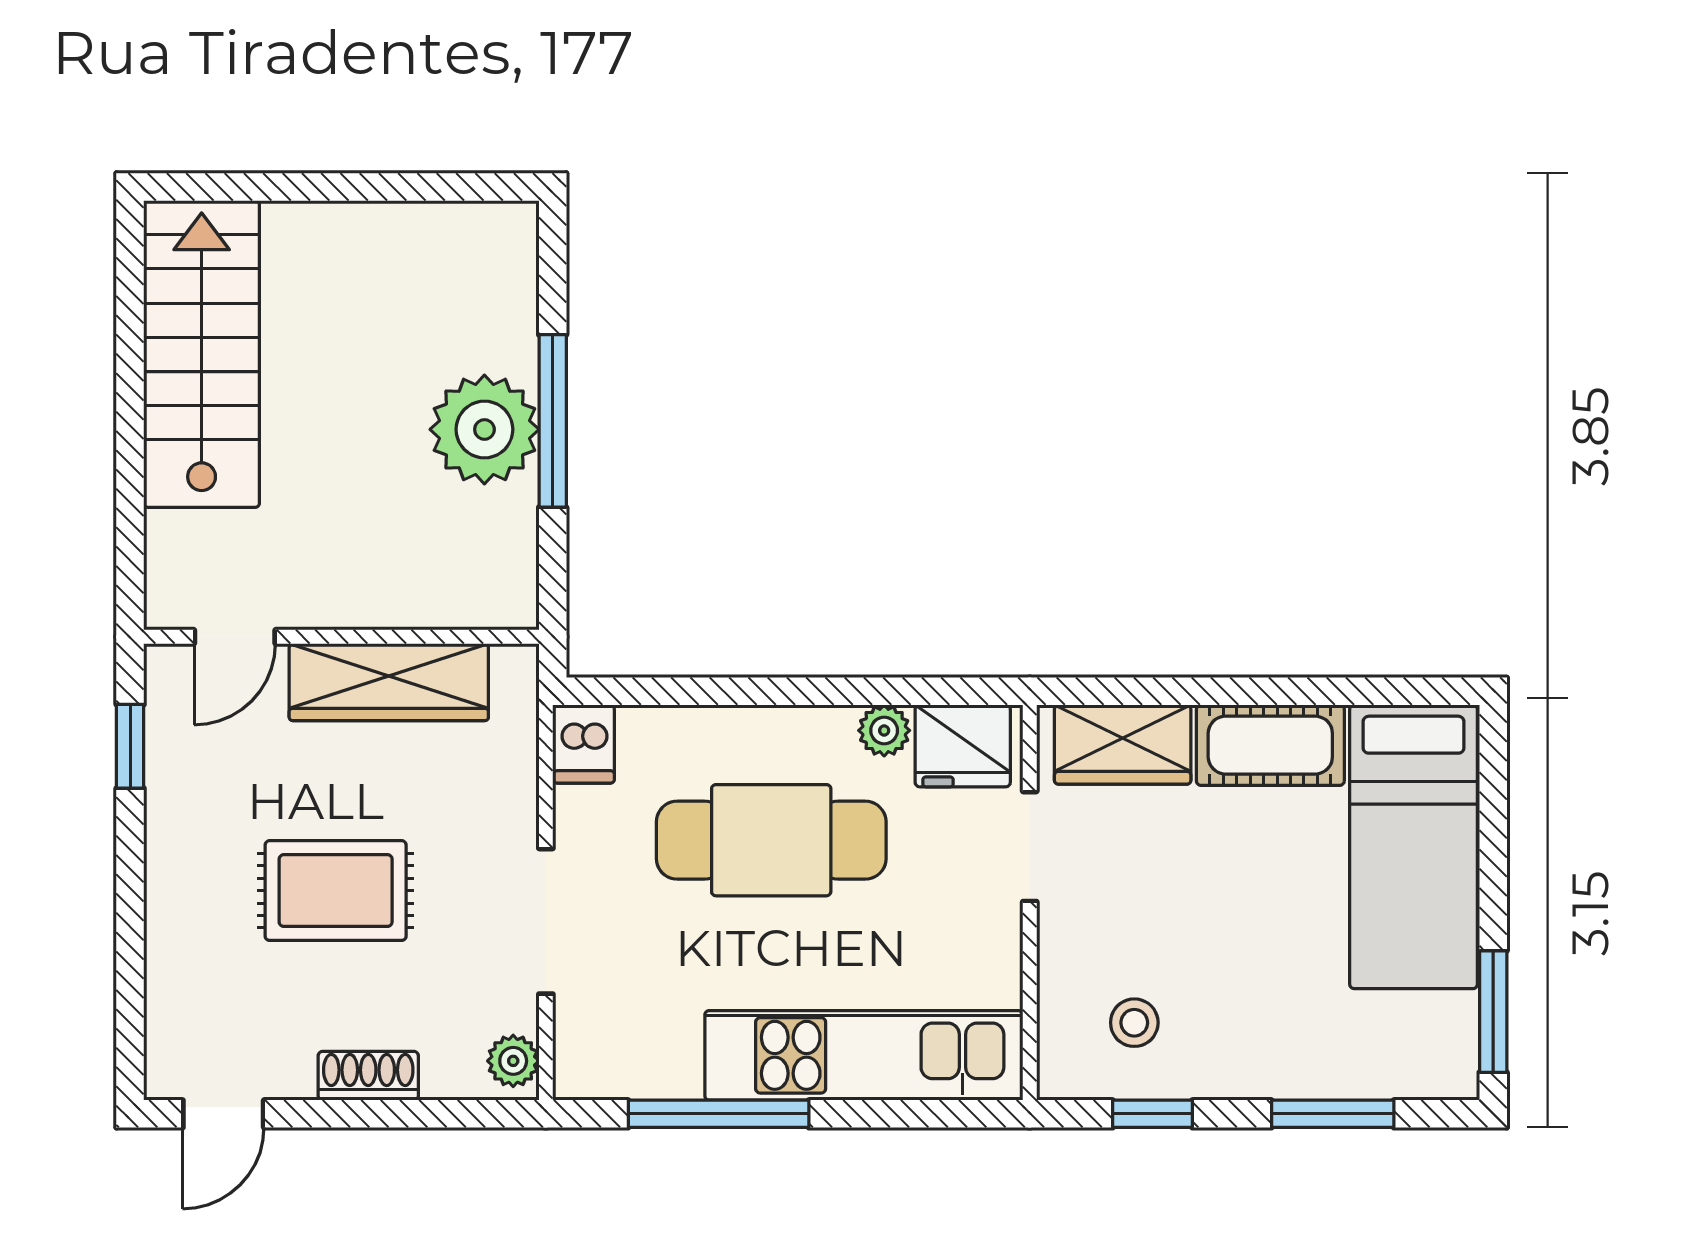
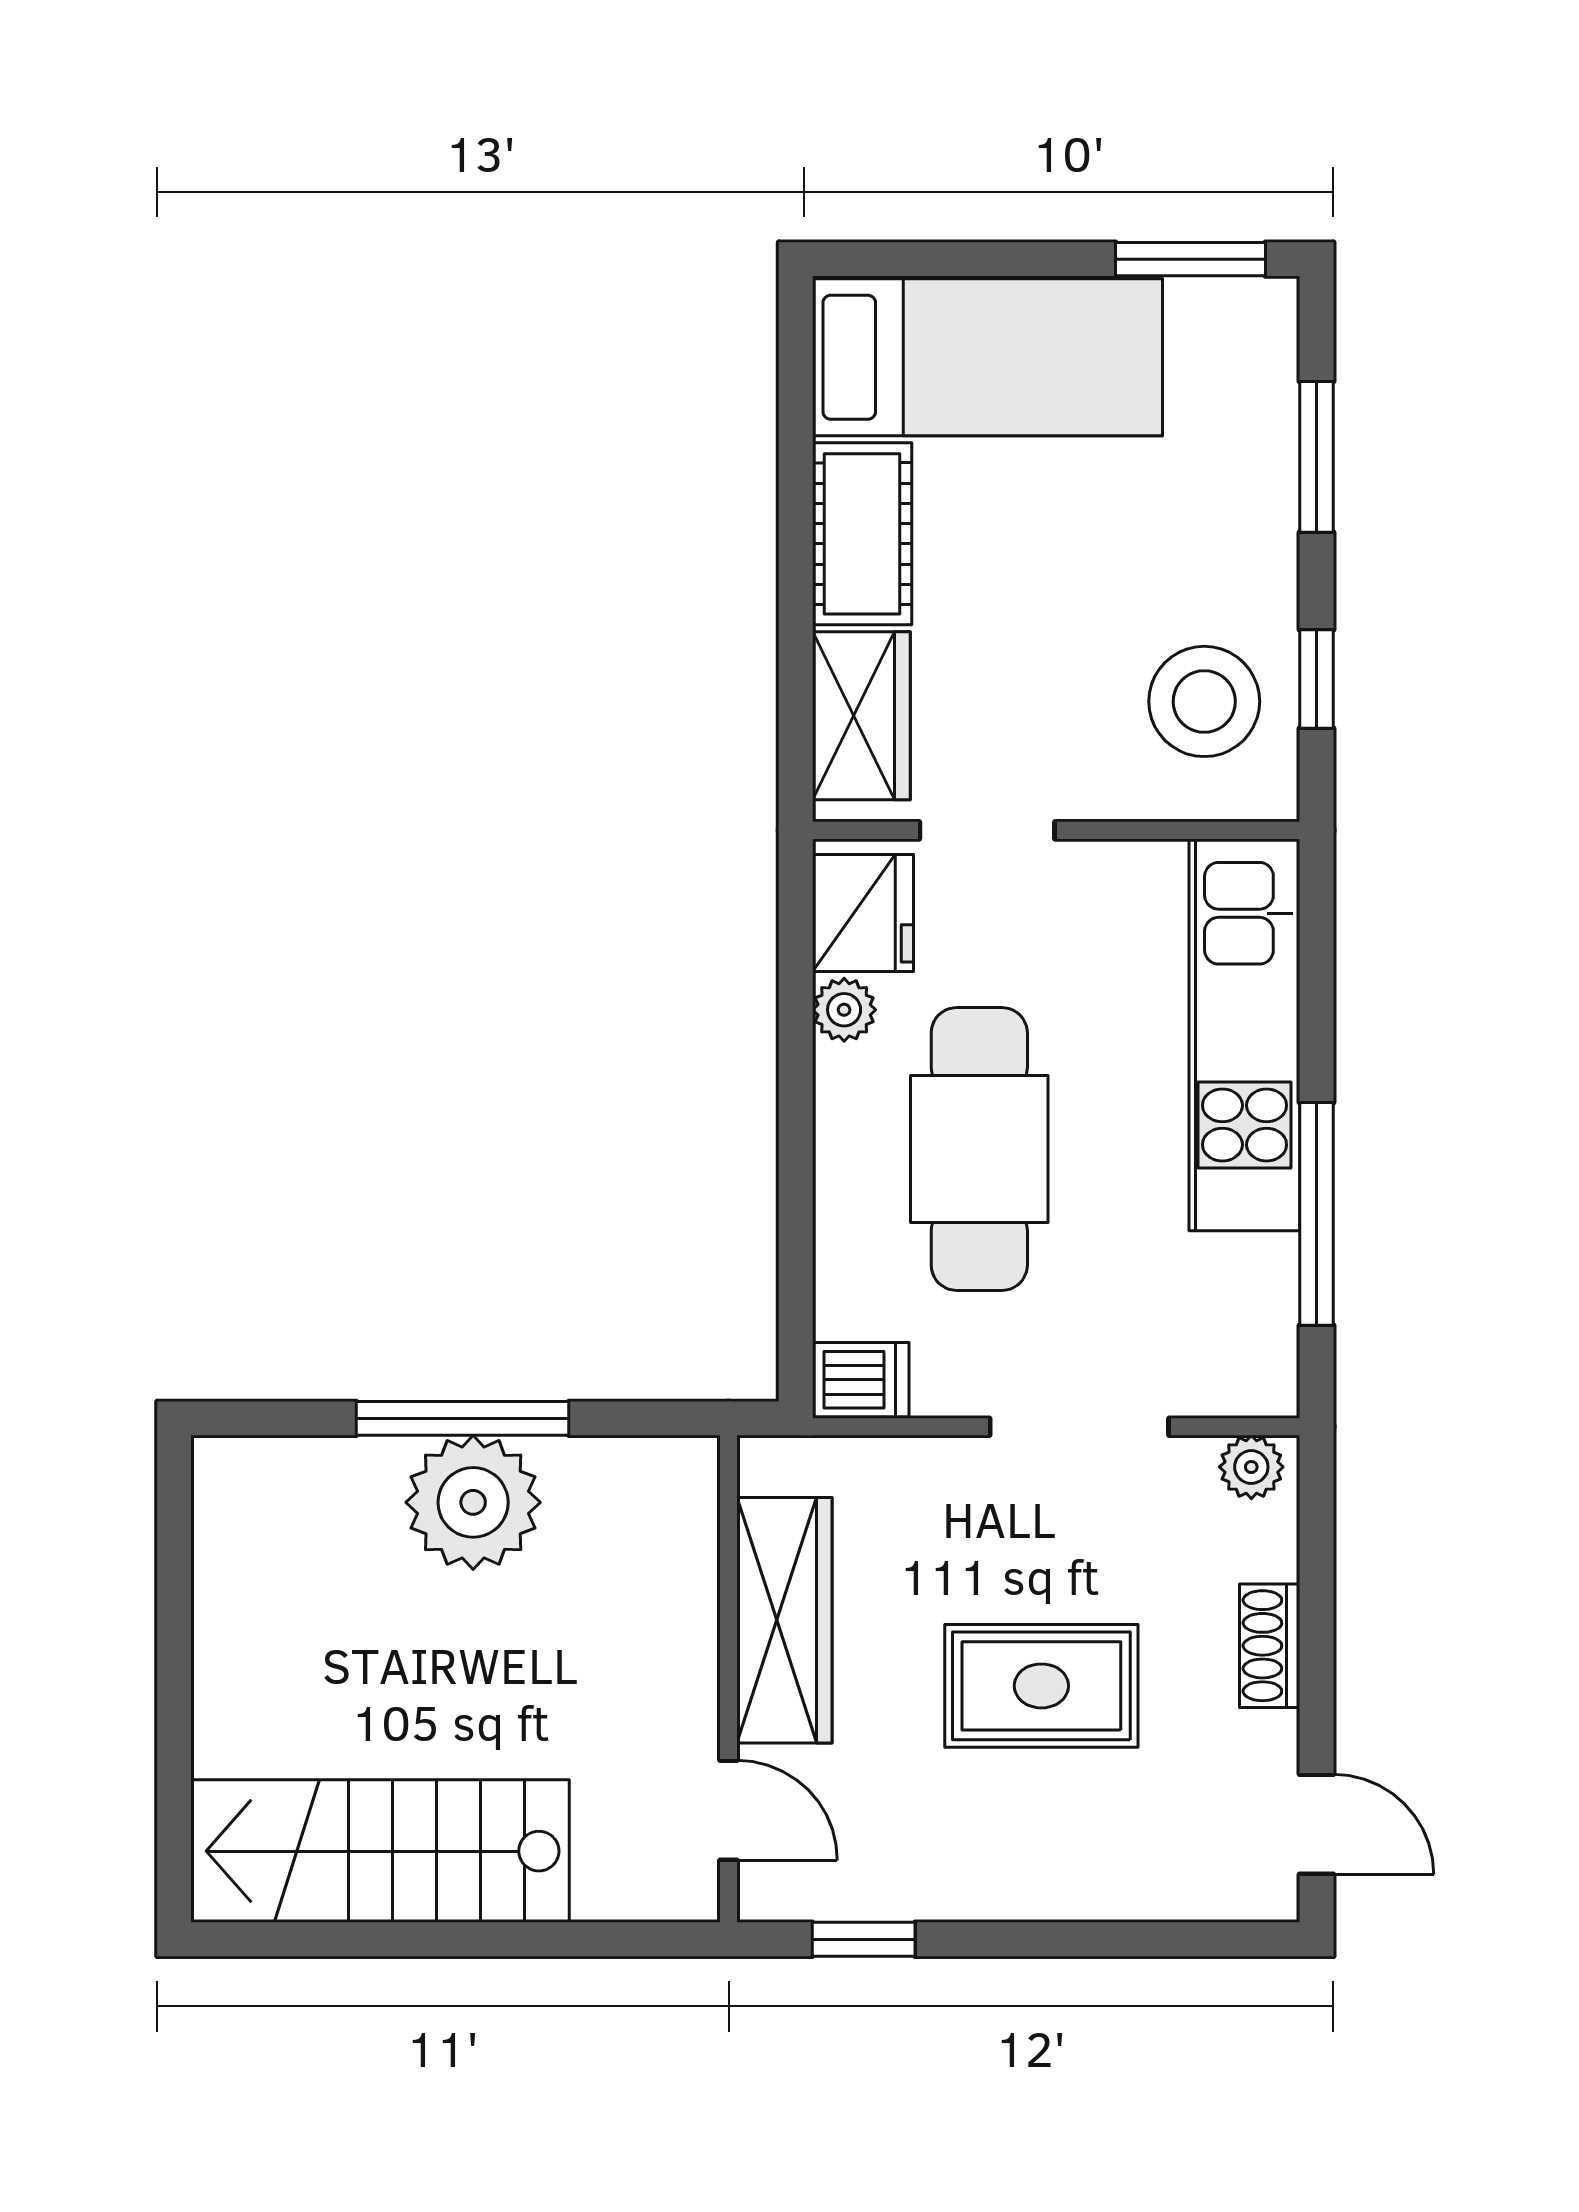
rug: (336, 891) -> (1041, 1686), turned 90
stool: (1134, 1023) -> (1204, 701), width x1.89, depth x1.89

